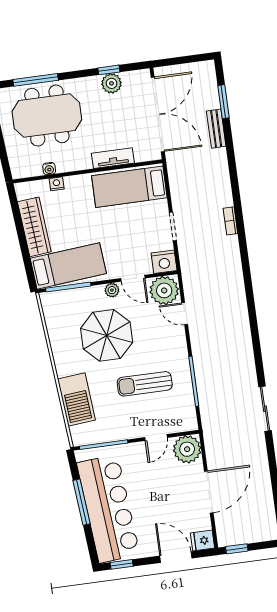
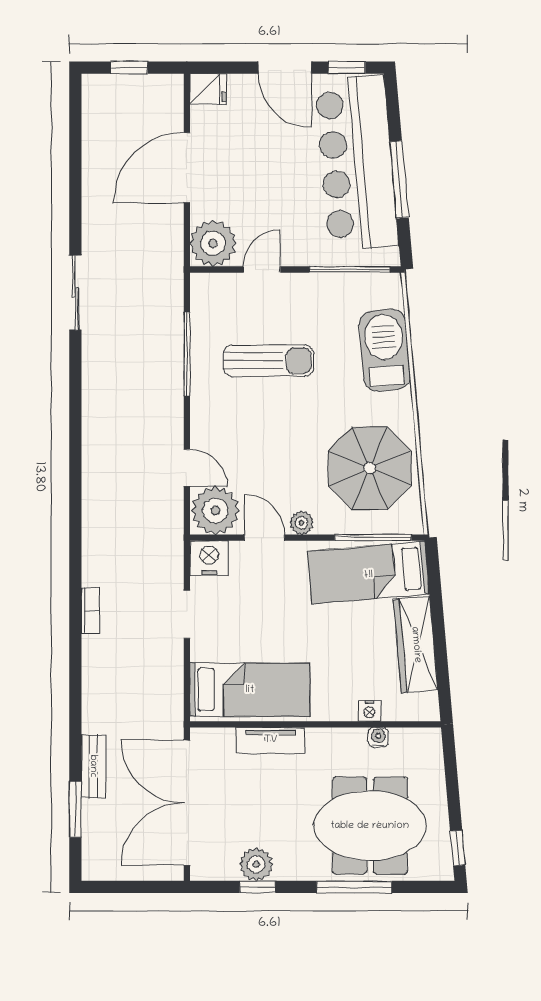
window: (36, 80) -> (354, 887), moved
parasol: (107, 335) -> (370, 468), moved
window: (237, 549) -> (129, 68), moved
door: (176, 557) -> (285, 68), moved

